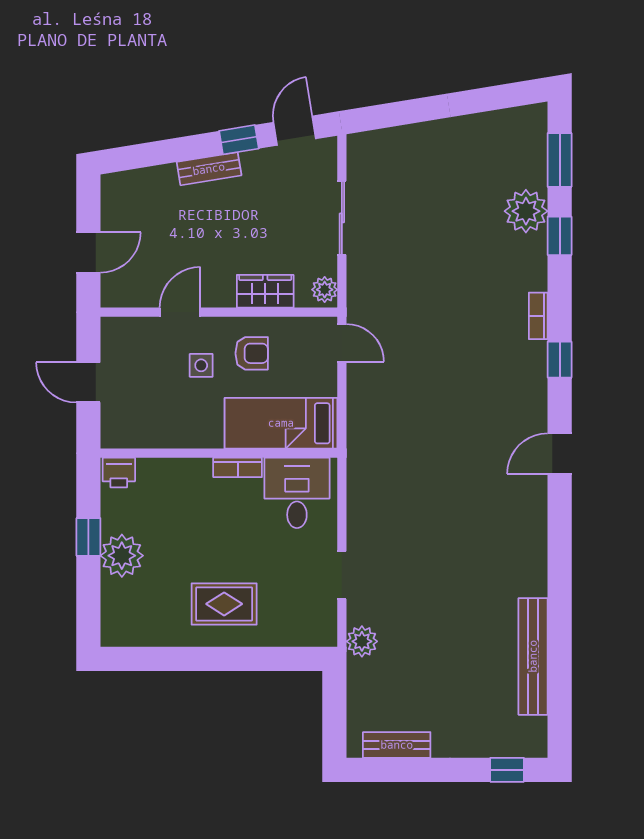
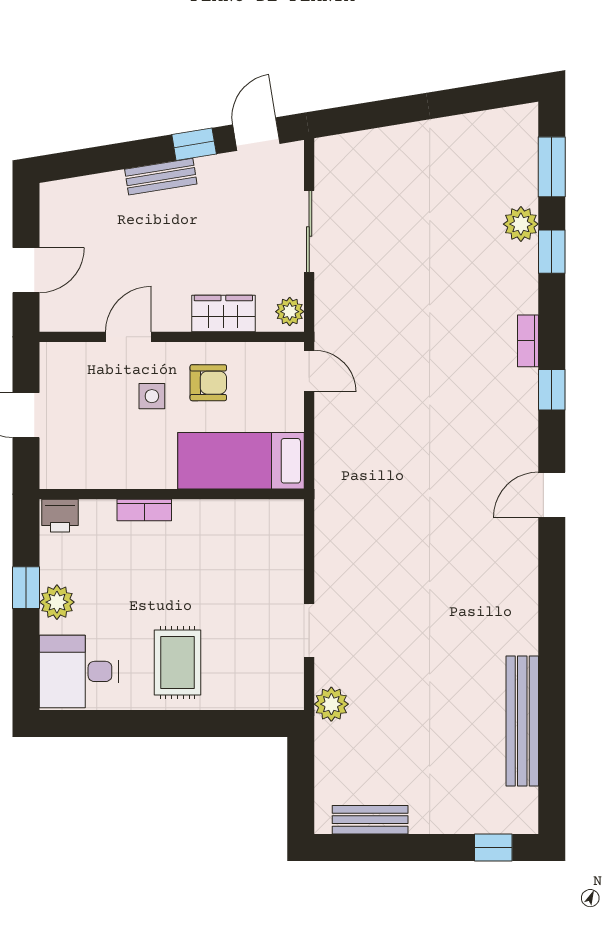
plant: (526, 211) -> (521, 224), width x0.73, depth x0.73
bookcase: (238, 467) -> (144, 510), moved
desk: (297, 493) -> (79, 671), moved, turned -90
plant: (122, 556) -> (57, 602), width x0.73, depth x0.73
rug: (224, 604) -> (178, 662), turned 90

